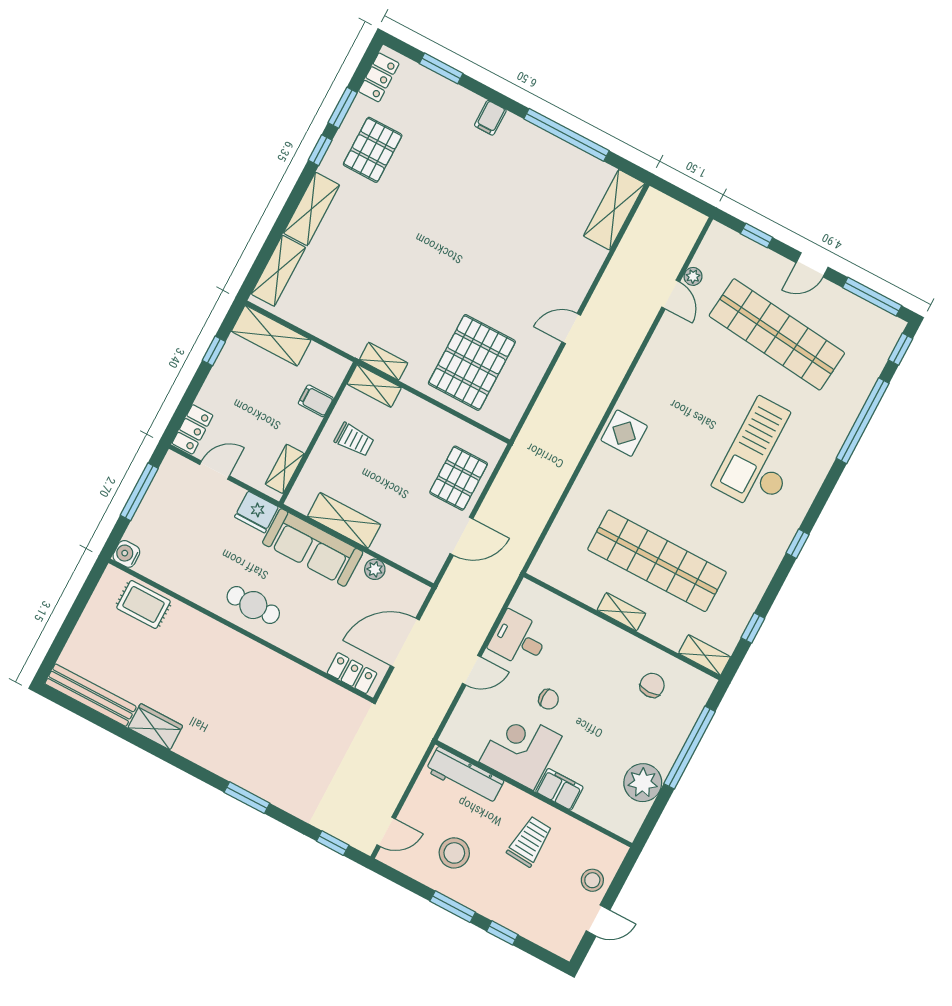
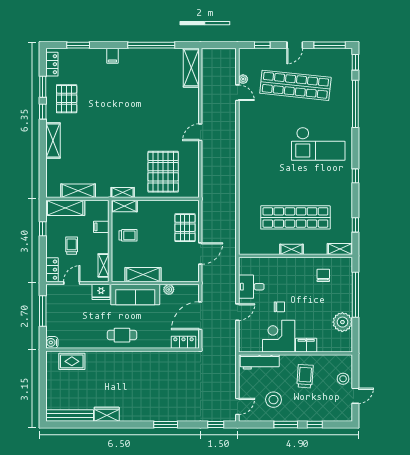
shelving: (278, 271) -> (78, 191), moved, turned 90
trolley: (248, 406) -> (72, 246), added
display table: (624, 433) -> (250, 167), removed
checkout: (763, 455) -> (318, 144), turned -90

